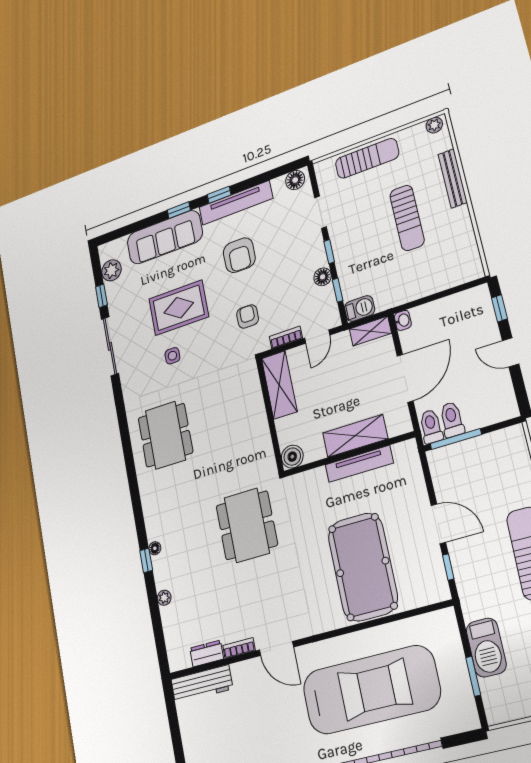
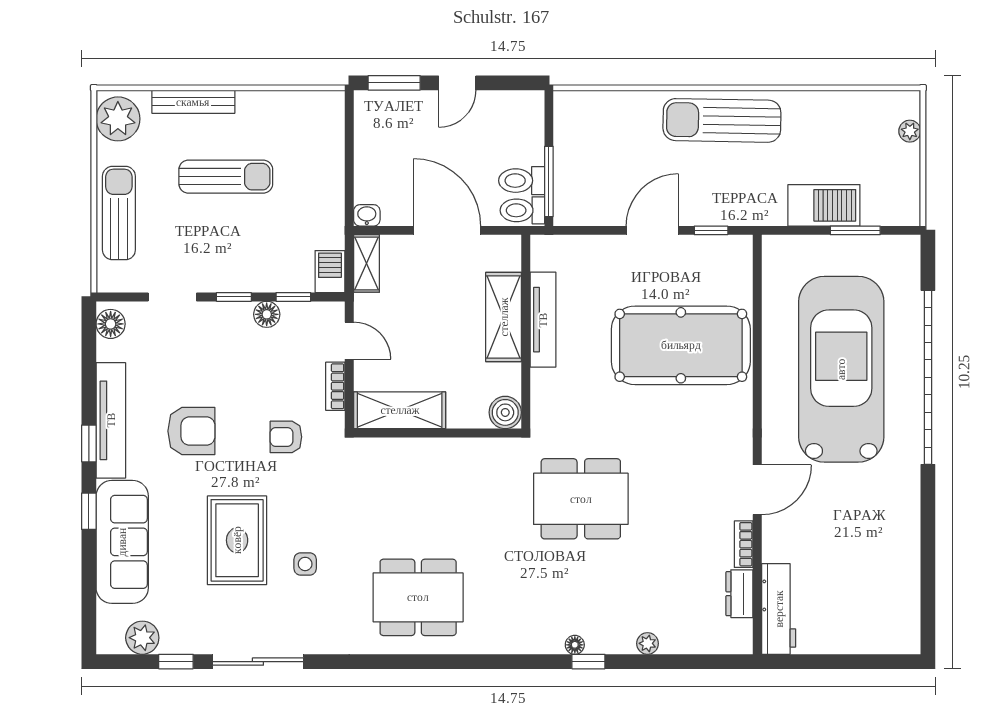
plant: (434, 125) -> (118, 119), width x1.88, depth x1.88
window: (499, 308) -> (394, 83), width x1.50

